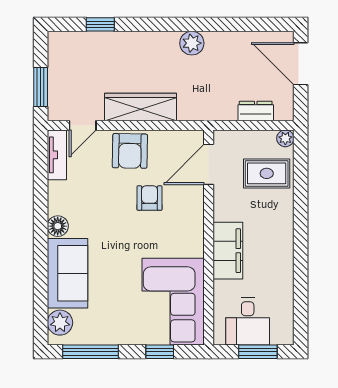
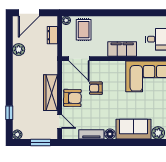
plant: (57, 40) -> (17, 135), added
plant: (192, 43) -> (19, 50), moved
tv unit: (57, 155) -> (91, 134), moved

